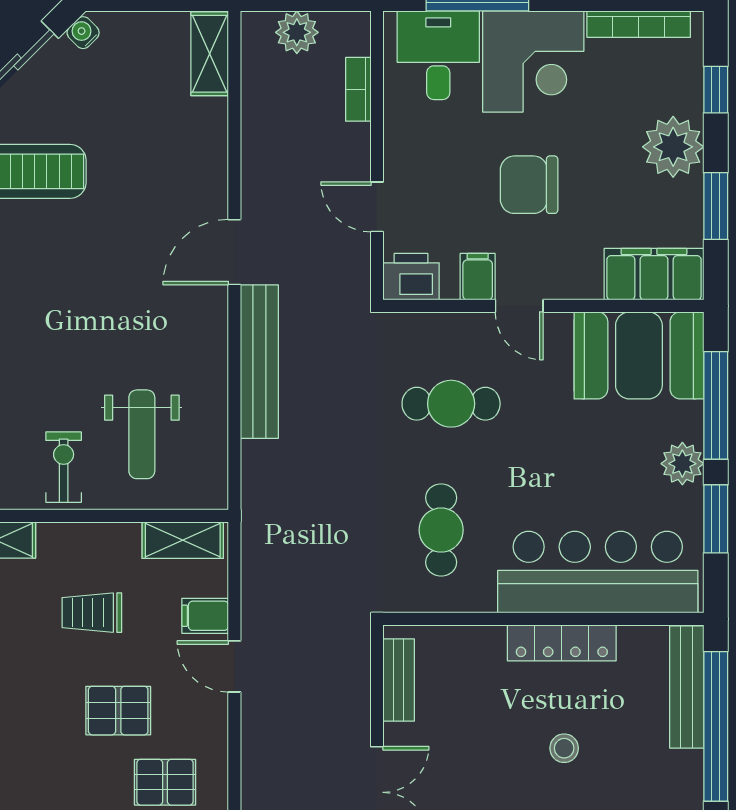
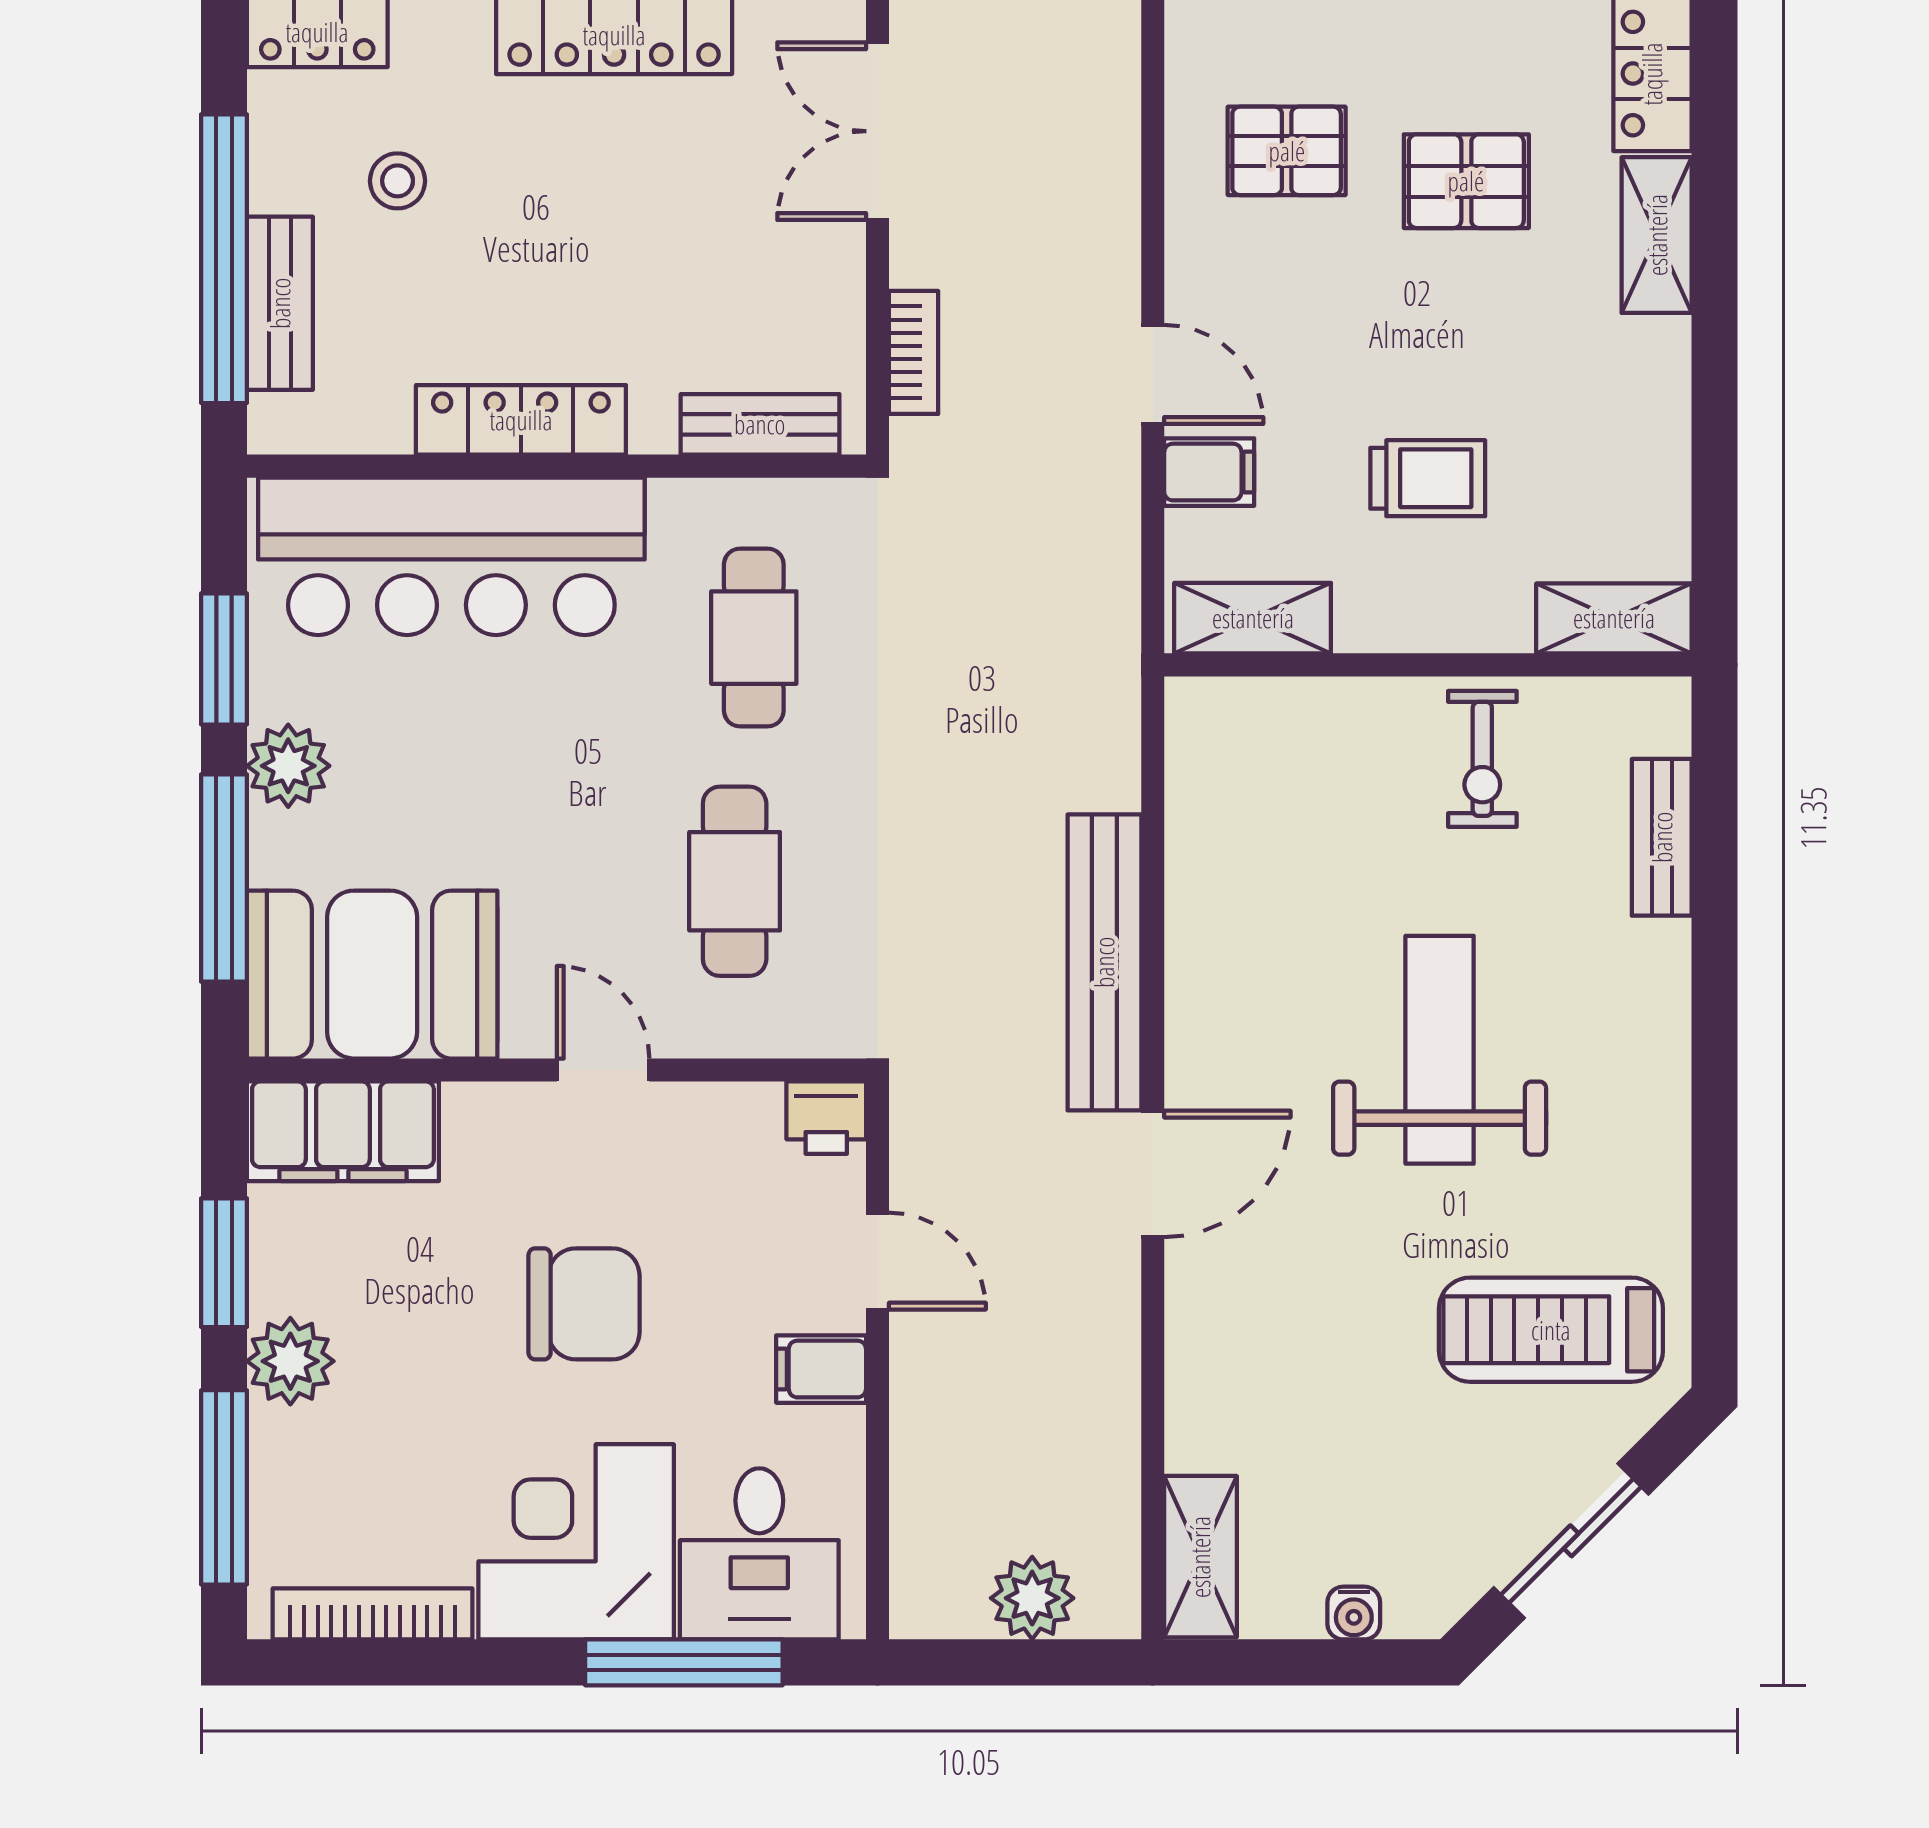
water cooler: (83, 33) -> (1354, 1613), moved, turned 45
bookcase: (358, 89) -> (914, 352), moved
window: (716, 90) -> (224, 1487), width x2.17
plant: (673, 147) -> (290, 1361), width x0.73, depth x0.73
printer: (411, 277) -> (826, 1118), width x0.73, depth x0.81
filing cabinet: (478, 277) -> (821, 1369), moved, turned 90
cafe table: (451, 404) -> (735, 881), turned 90
weight bench: (142, 434) -> (1440, 1050), moved, width x1.36, depth x1.33
bench: (399, 680) -> (760, 424), moved, turned 90
bench: (687, 687) -> (280, 303), width x0.73
pallet: (118, 711) -> (1466, 181), moved
stool: (564, 748) -> (398, 181), moved

